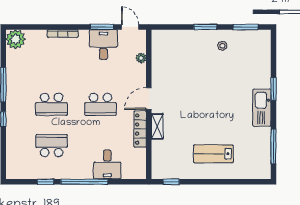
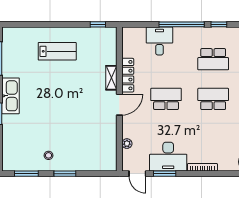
desk: (103, 45) -> (168, 157), width x1.37

